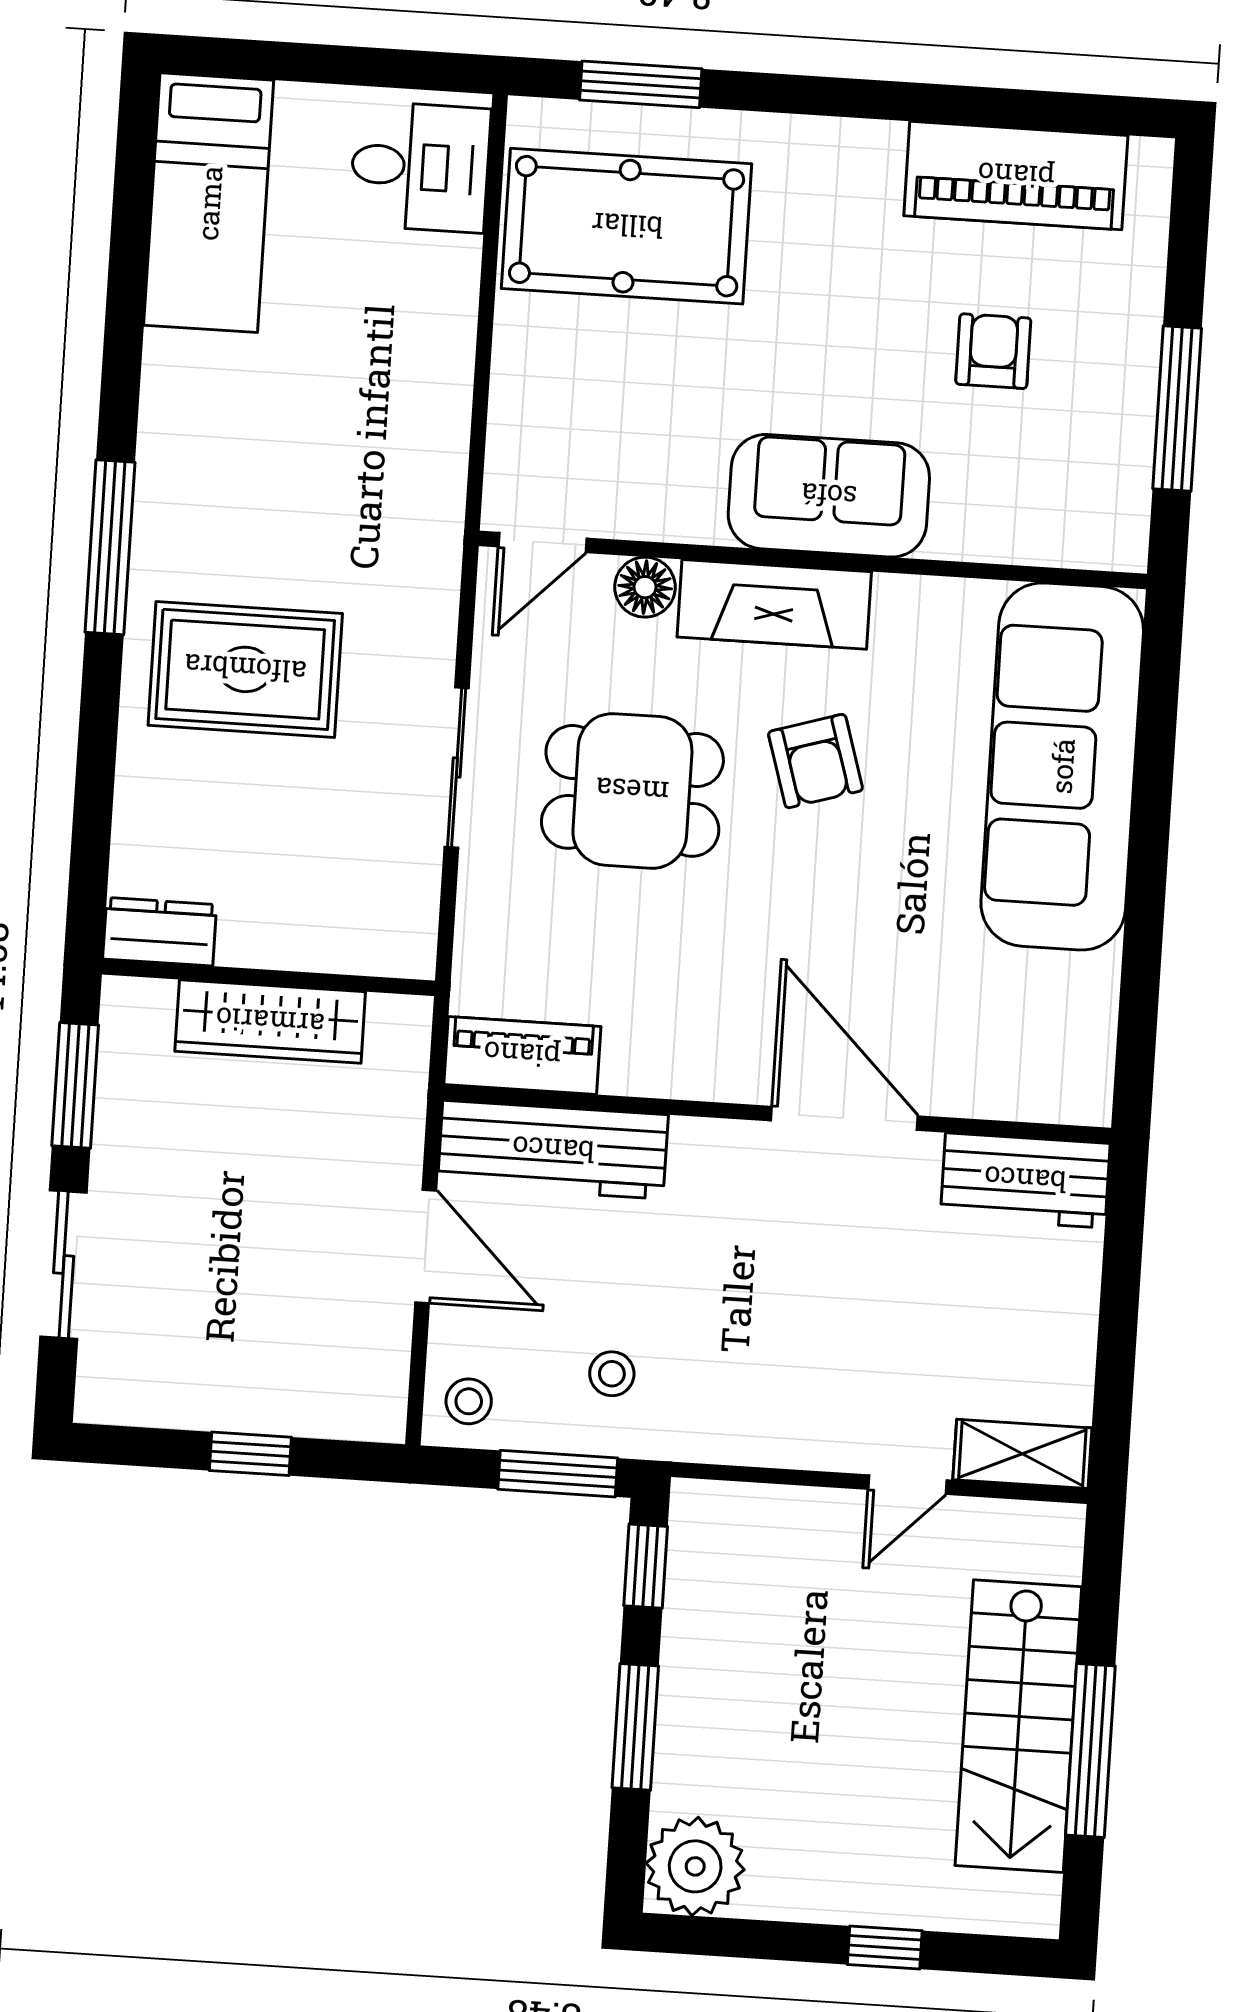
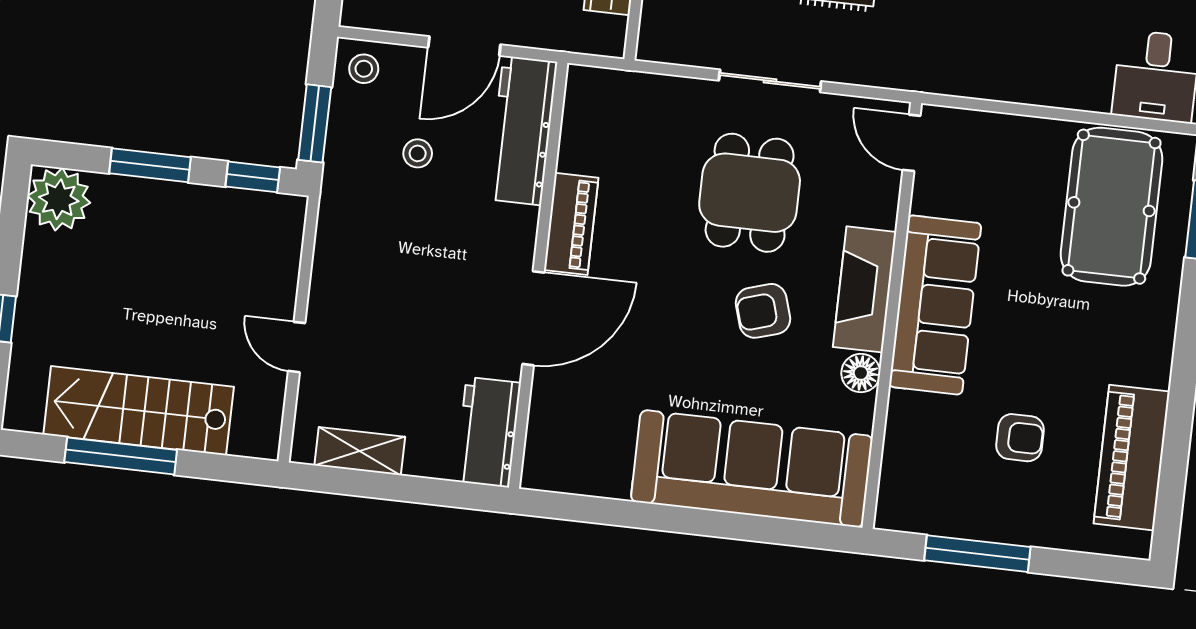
sofa: (829, 496) -> (935, 305), width x1.36
floor lamp: (645, 587) -> (861, 373), moved
piano: (522, 1055) -> (571, 224), moved
stool: (612, 1374) -> (418, 153), moved
shelving: (1022, 1454) -> (360, 451), moved, turned 90

